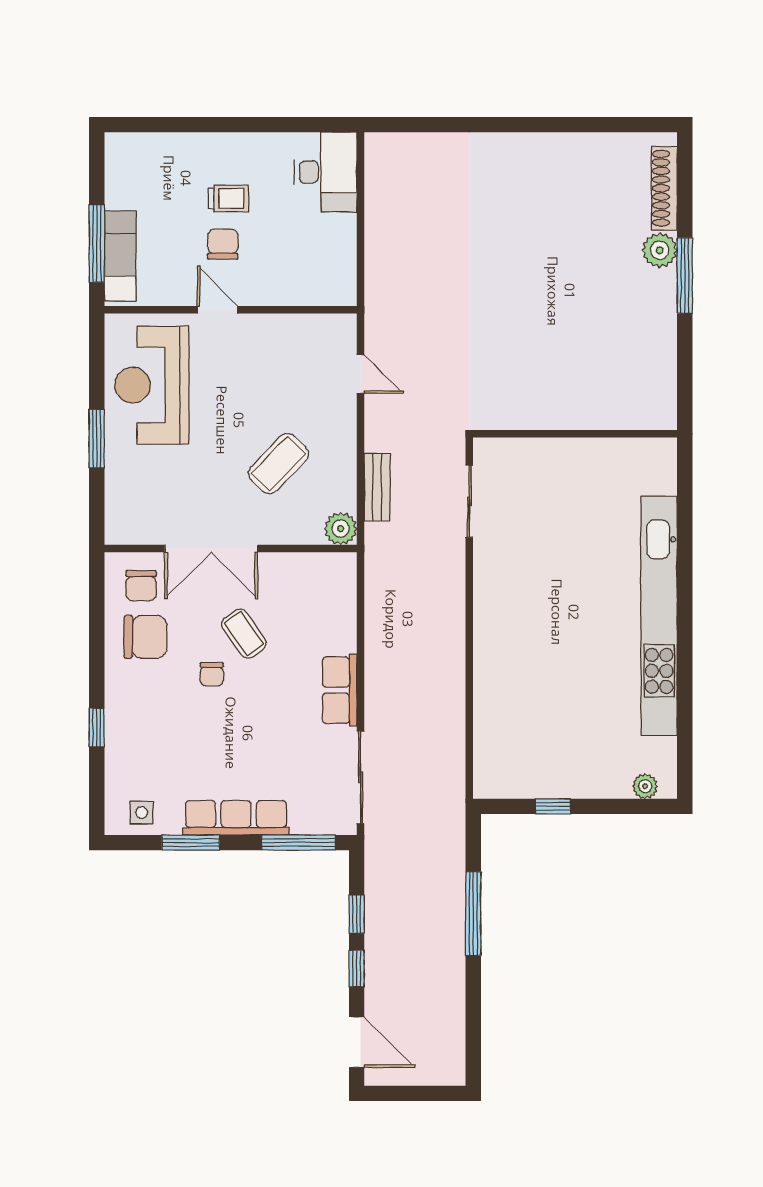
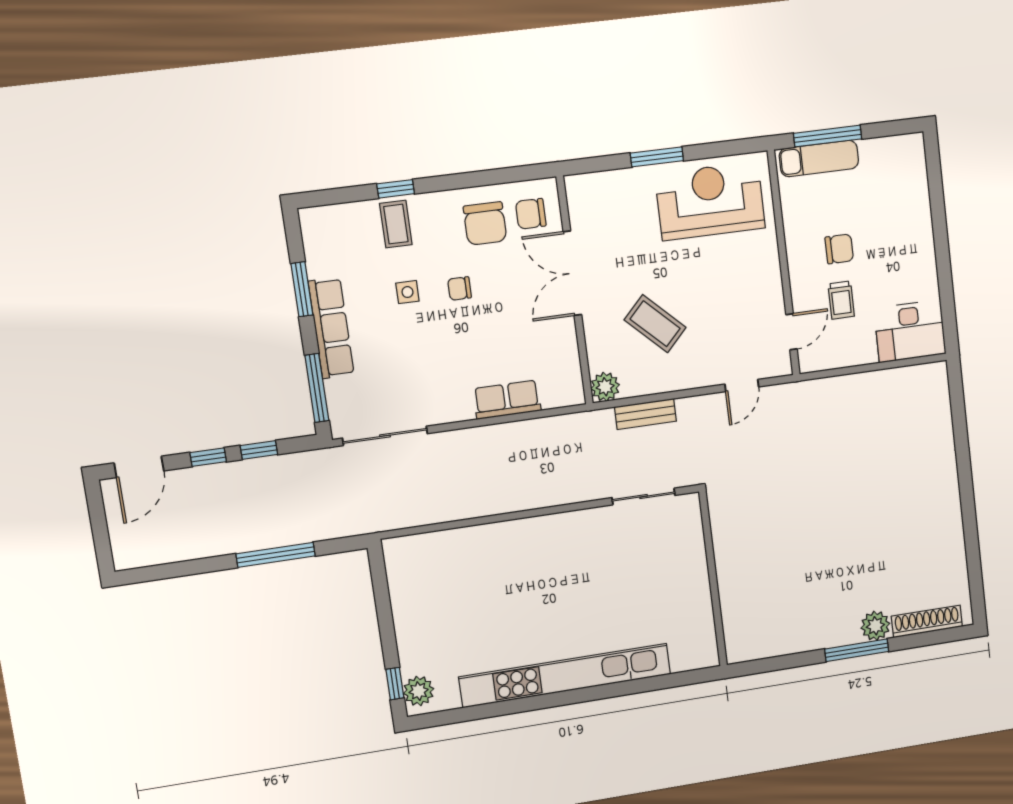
trolley: (228, 198) -> (841, 300), moved
door: (217, 310) -> (791, 332), moved
coffee table: (244, 634) -> (396, 224), moved, turned -55
row of seats: (340, 690) -> (507, 400), moved
plant: (645, 786) -> (419, 691), width x1.38, depth x1.38
window: (553, 806) -> (395, 684), moved
side table: (142, 813) -> (407, 292), moved

